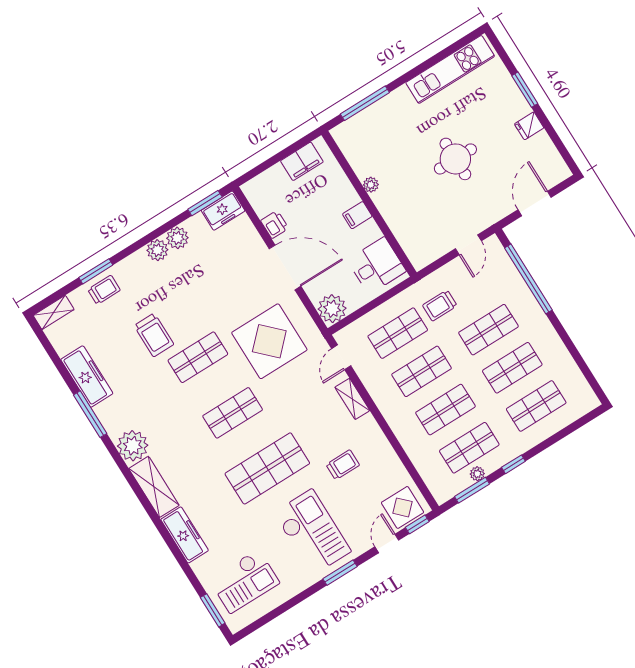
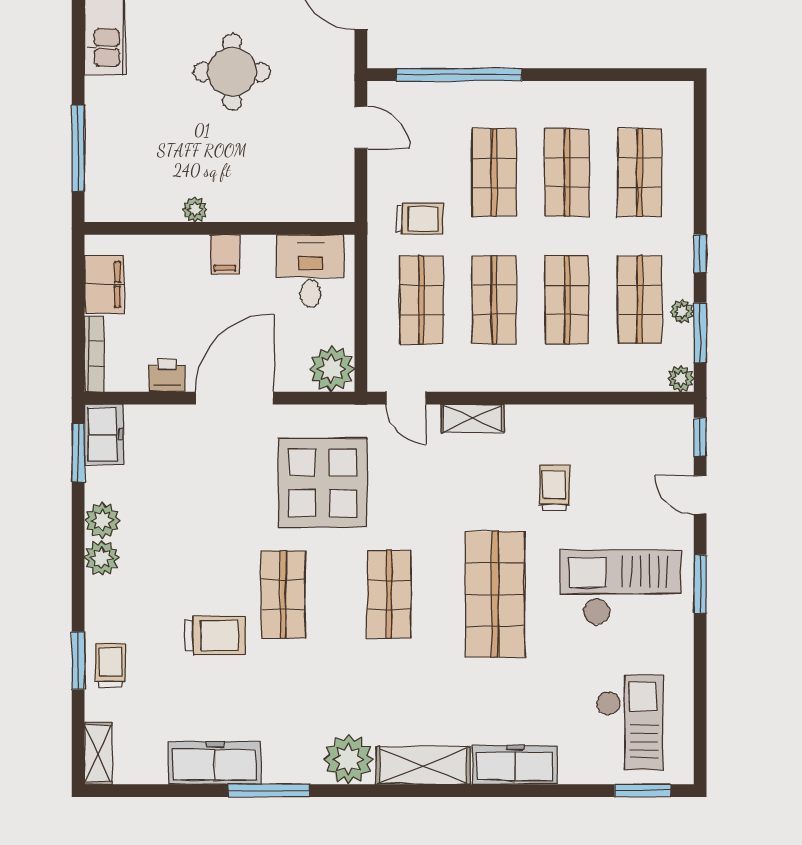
bookcase: (262, 179) -> (94, 354), added
trolley: (440, 306) -> (420, 219), turned -90
plant: (442, 495) -> (681, 379), added
display table: (403, 507) -> (664, 443), removed

